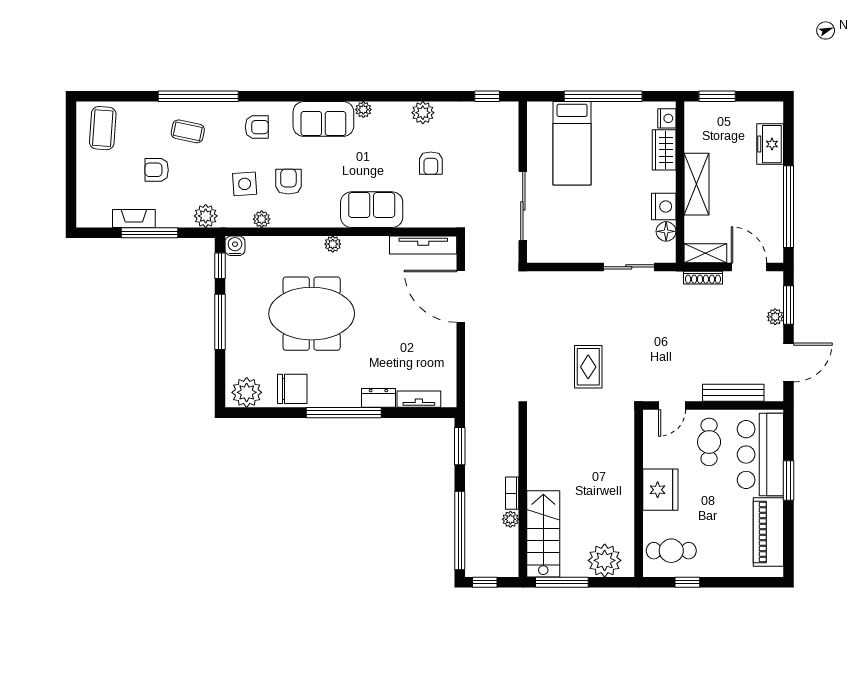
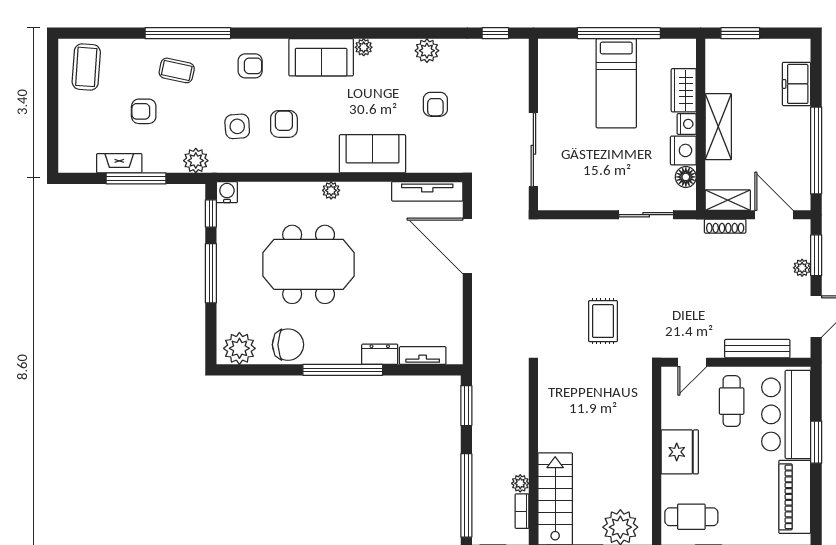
nightstand: (667, 118) -> (687, 124), moved
bed: (572, 143) -> (616, 83), moved
plant: (262, 219) -> (255, 164), removed
bookcase: (512, 493) -> (522, 511), moved

